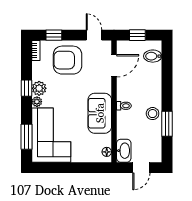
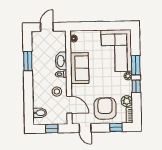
armchair: (68, 60) -> (105, 108), turned -90
door: (114, 66) -> (69, 105), swing flipped
plant: (39, 88) -> (127, 101), moved
stool: (153, 114) -> (57, 92), moved
window: (27, 137) -> (136, 65), moved
washbasin: (124, 151) -> (61, 61), moved

